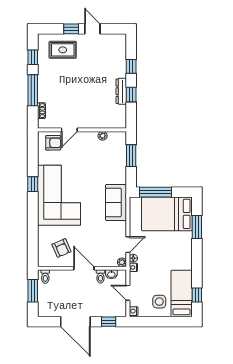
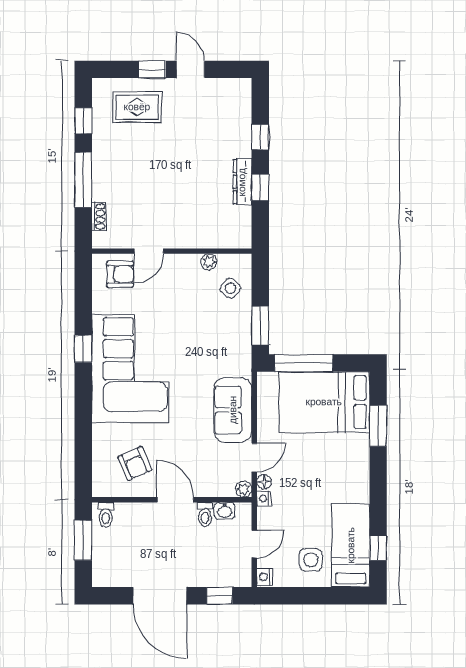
side table: (115, 151) -> (230, 288), added
window: (131, 156) -> (260, 326), moved
sofa: (116, 202) -> (233, 410), moved
door: (128, 293) -> (254, 544), swing flipped

